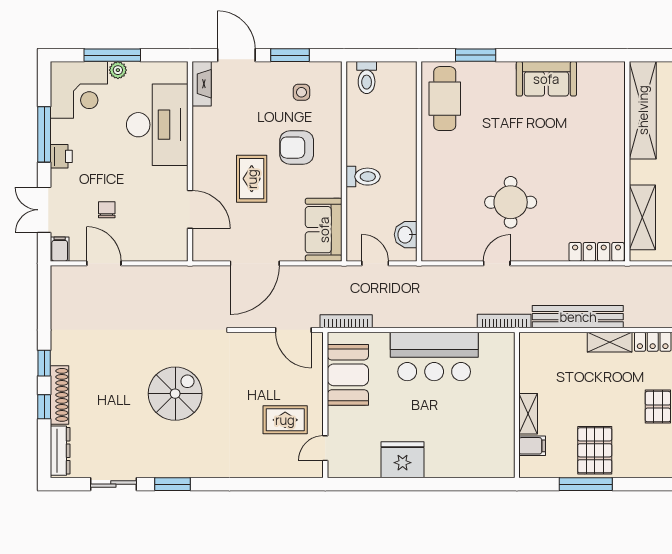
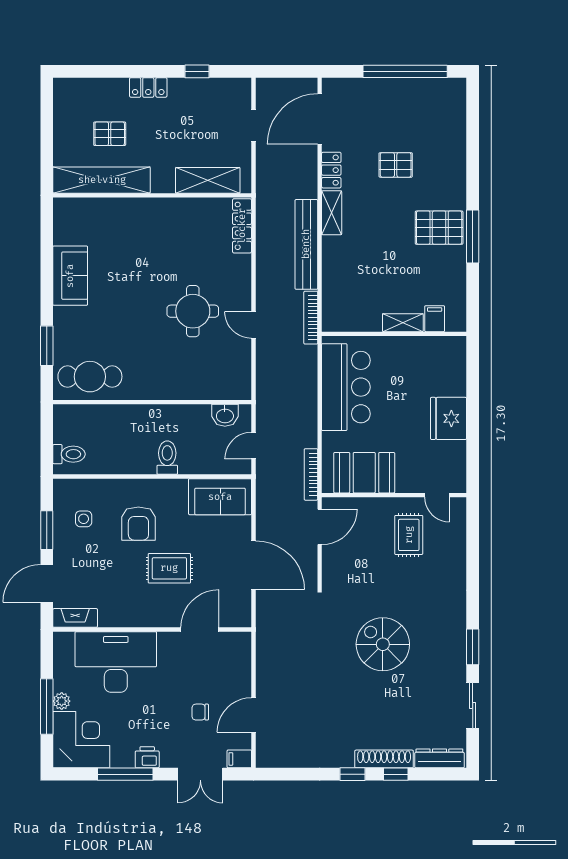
wall: (517, 405) -> (394, 334), moved
shelving: (528, 414) -> (403, 323), moved
filing cabinet: (532, 446) -> (435, 319), moved

